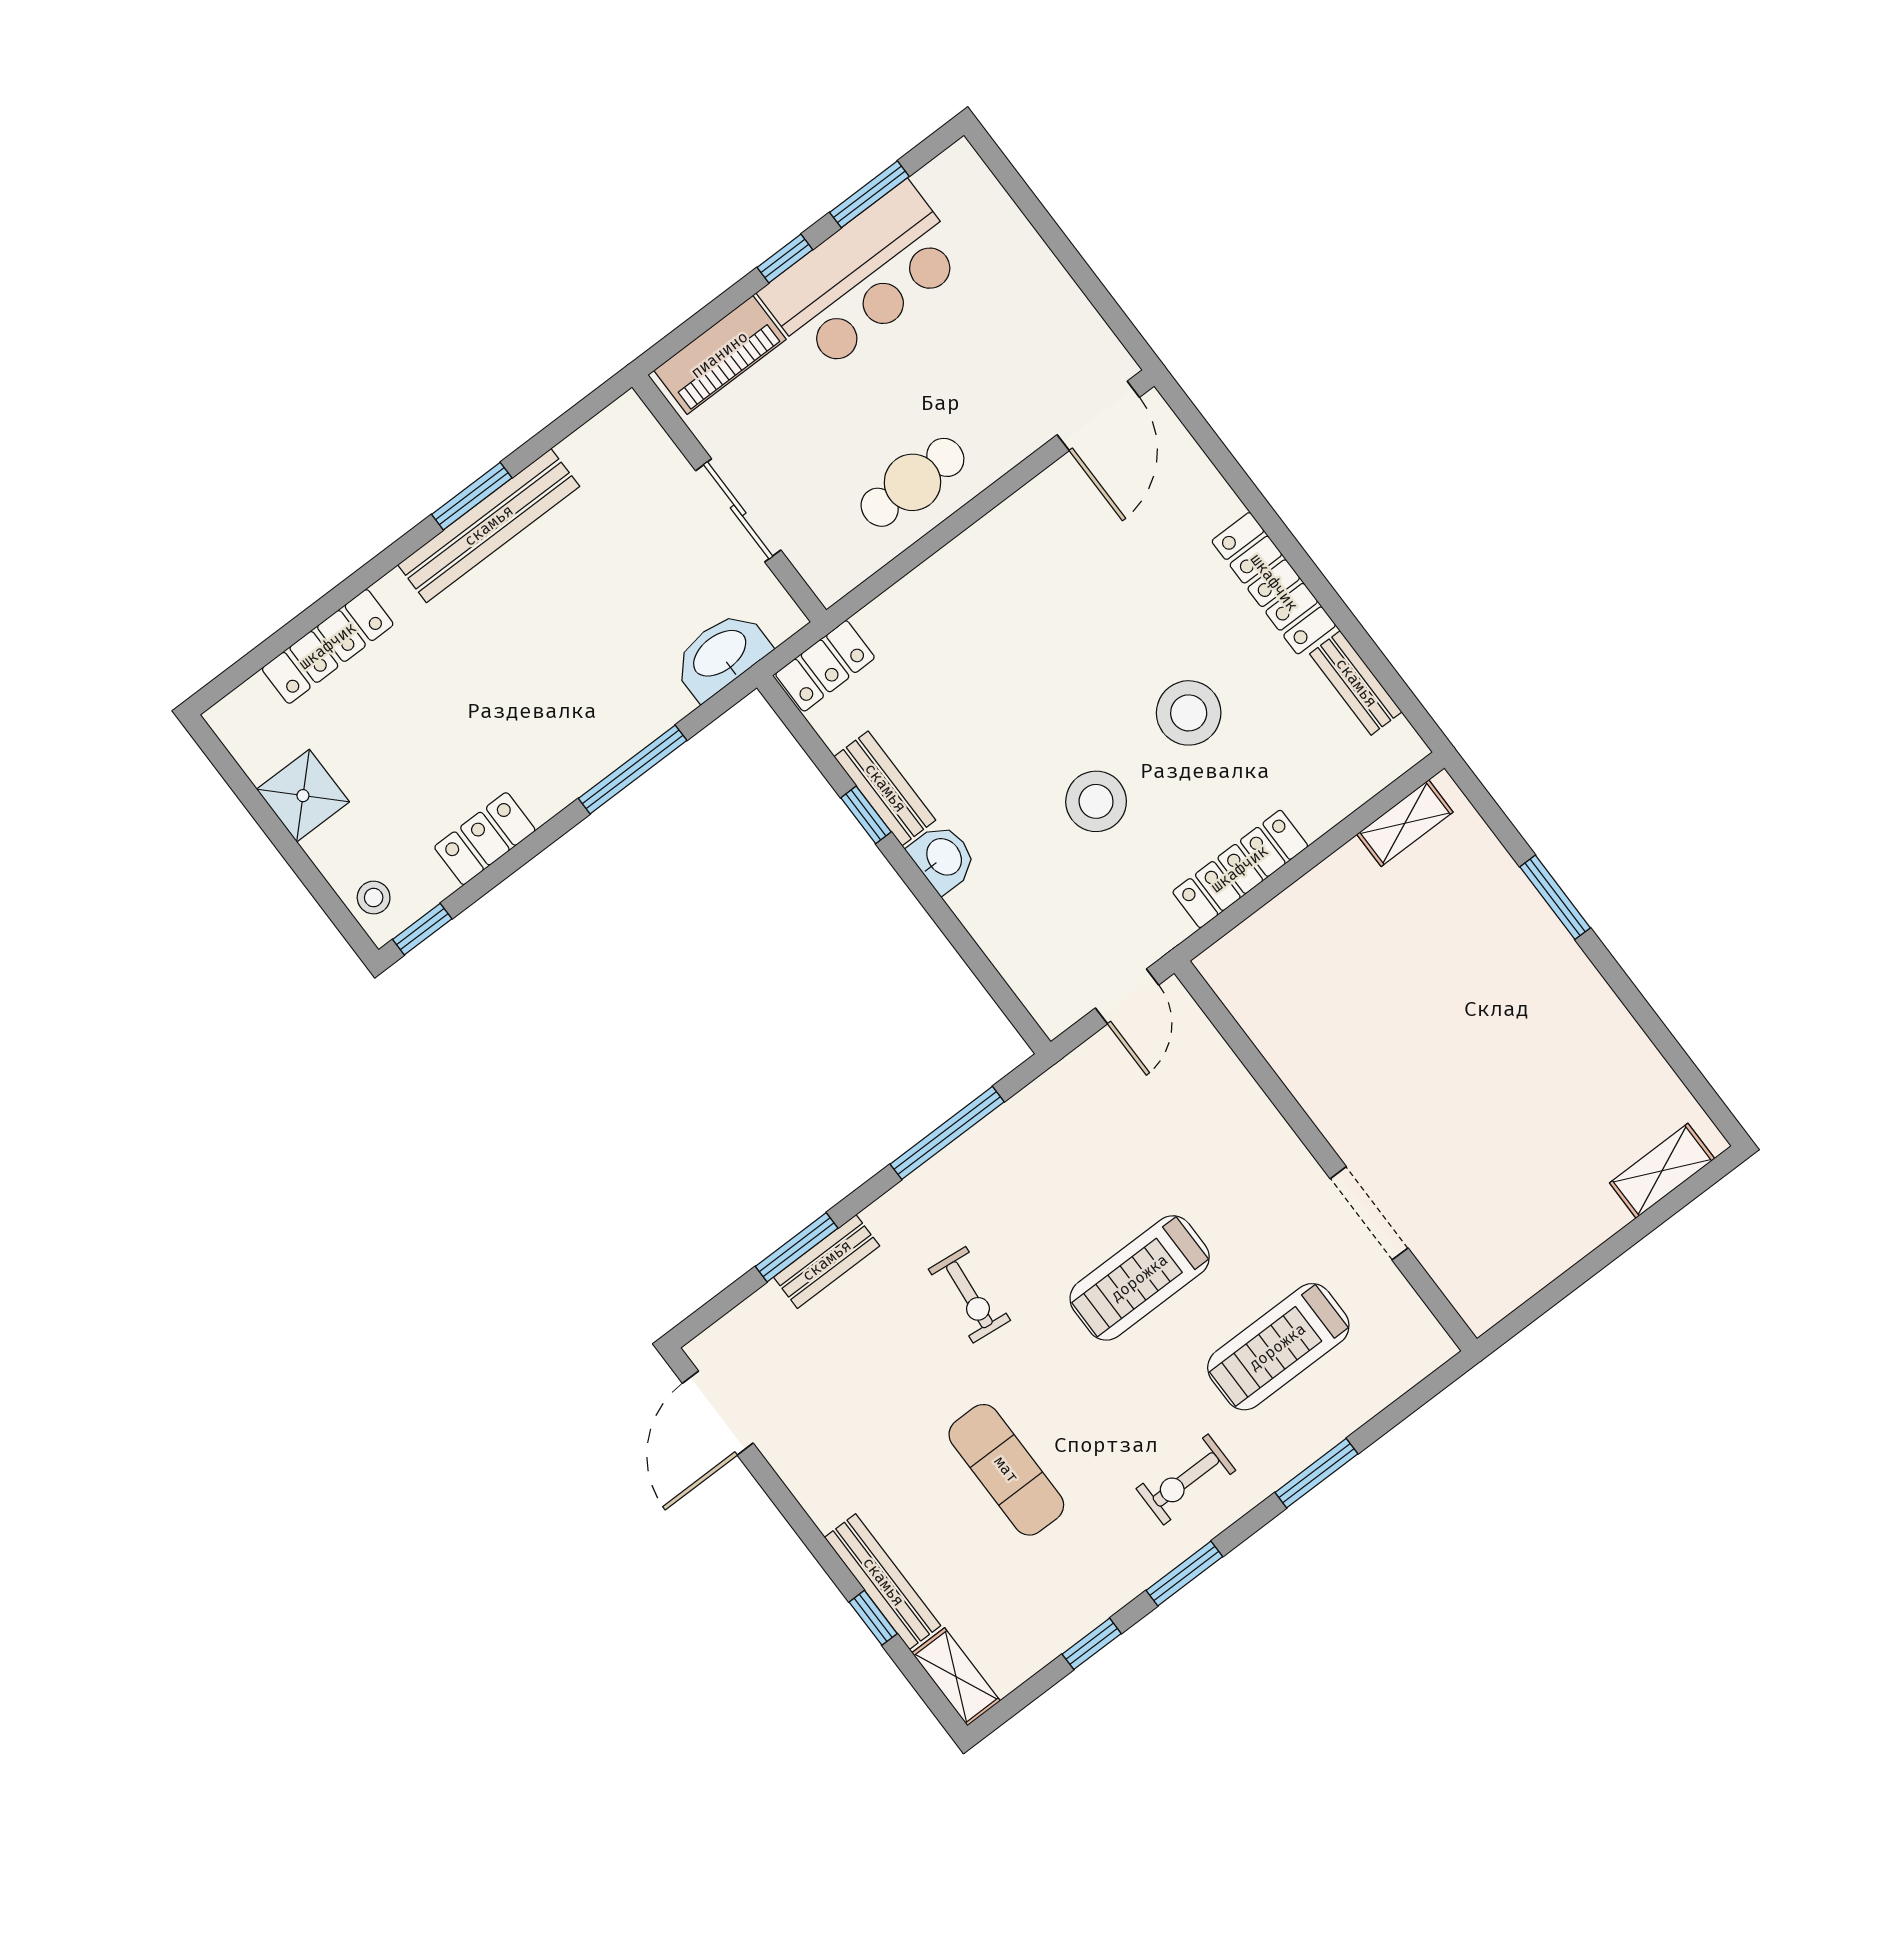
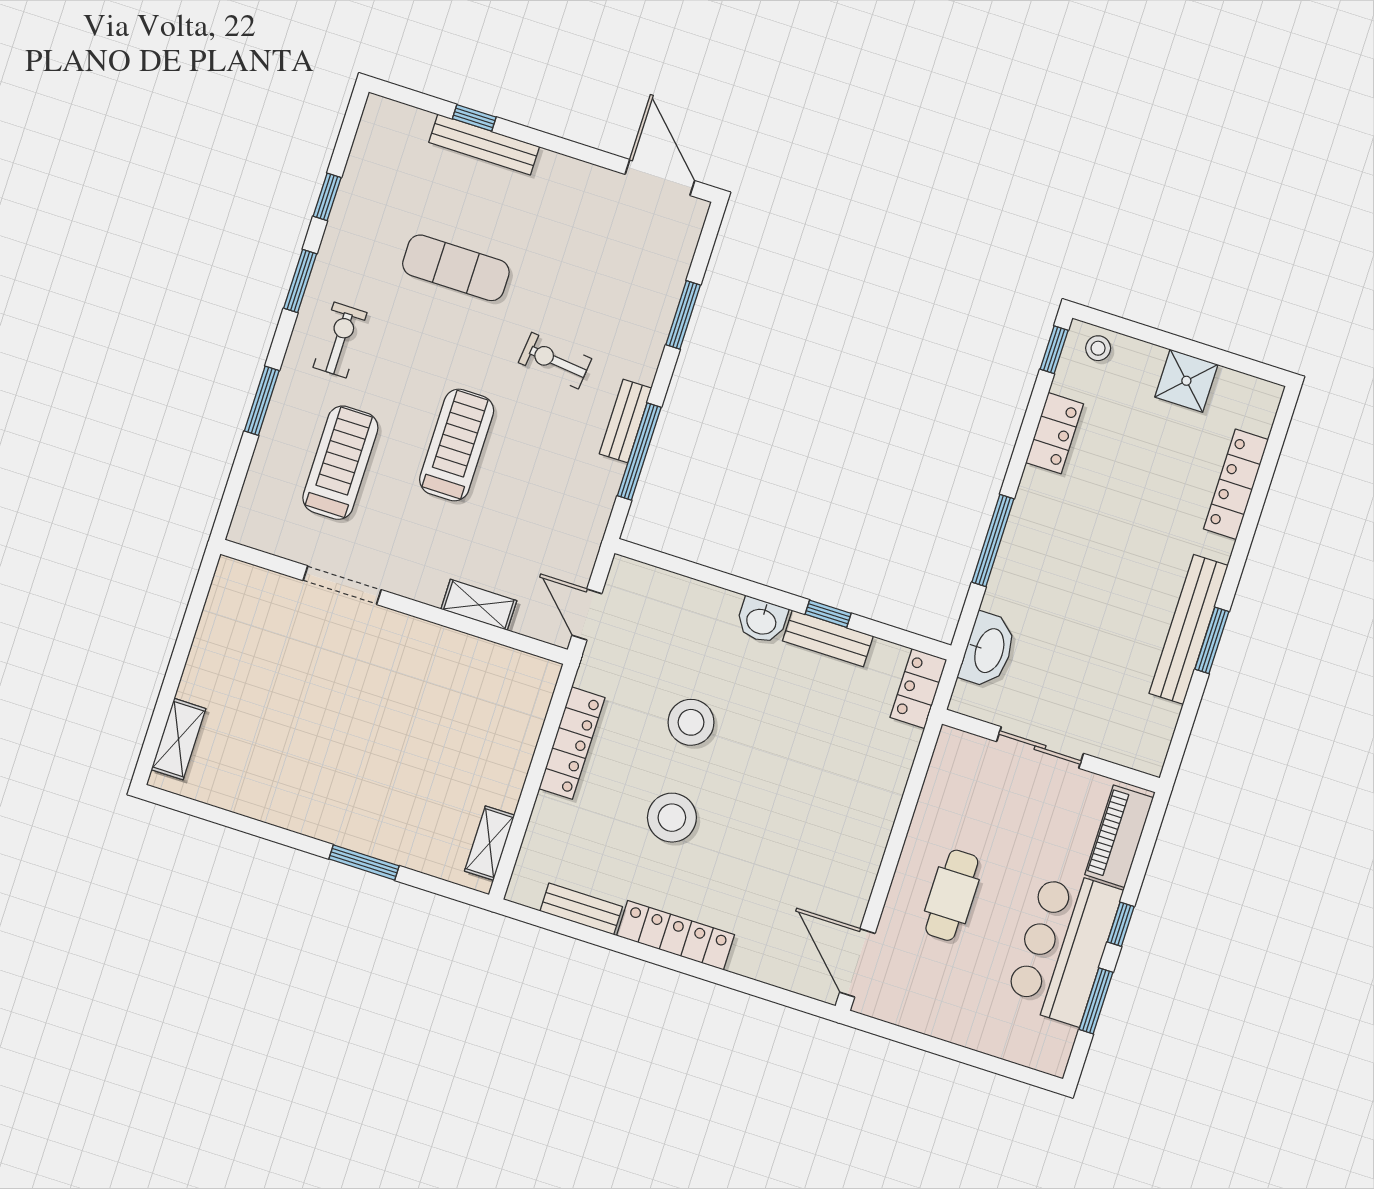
cafe table: (912, 482) -> (952, 895), moved
bench: (827, 1261) -> (626, 421), moved
shelving: (956, 1677) -> (479, 605), moved

